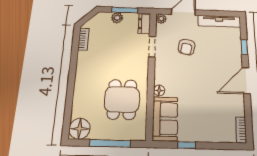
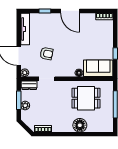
floor lamp: (80, 129) -> (80, 125), moved

